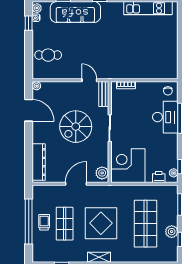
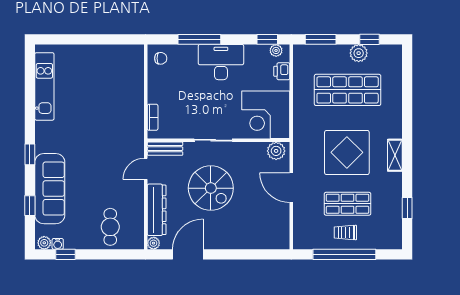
desk: (165, 117) -> (221, 62), moved
dresser: (39, 162) -> (157, 210), moved, turned 90

